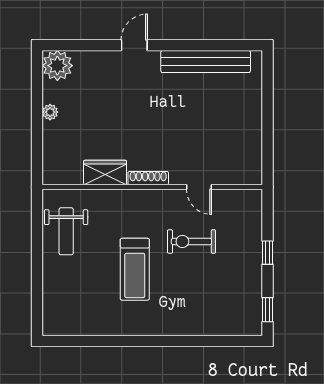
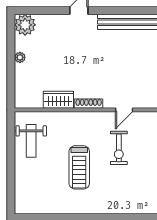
door: (199, 187) -> (124, 110), hinge flipped
exercise bike: (191, 241) -> (119, 148), turned -90

